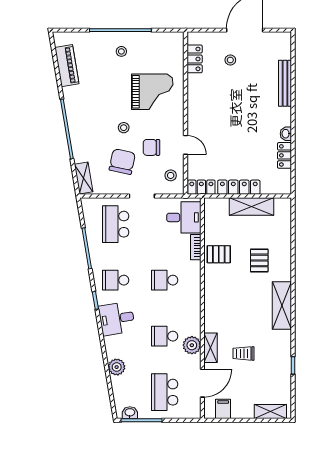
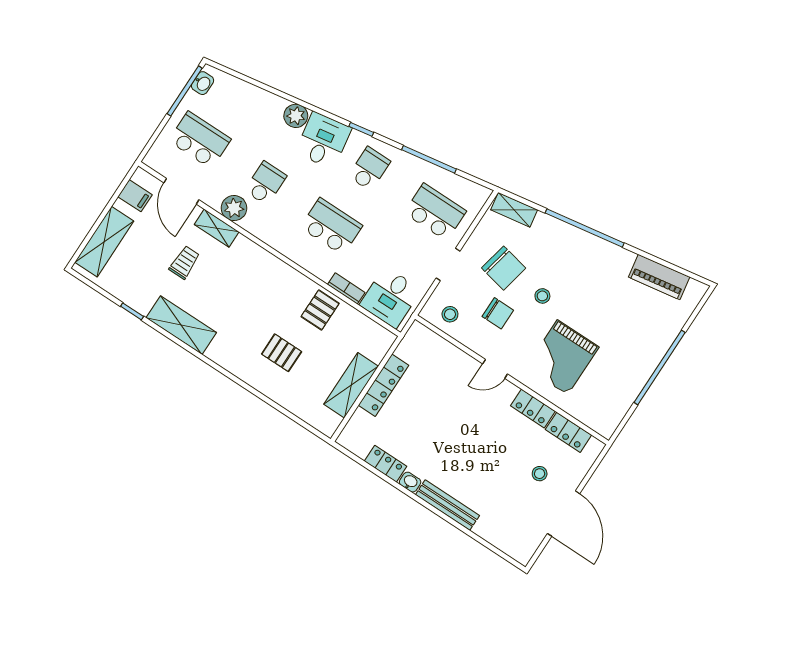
stool: (121, 51) -> (634, 352), removed
bench: (285, 83) -> (447, 505), moved
door: (185, 145) -> (495, 369), moved
chair: (151, 147) -> (498, 313), turned 90
locker: (201, 187) -> (533, 409), moved, turned 90
school desk: (165, 280) -> (331, 226), width x1.85
shelving: (282, 305) -> (181, 325), moved
plant: (117, 367) -> (296, 116), moved
shelving: (270, 412) -> (104, 242), width x1.50, depth x1.33

